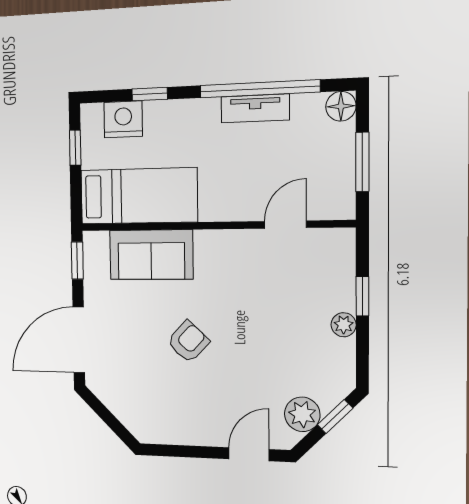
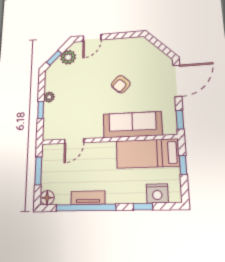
window: (75, 148) -> (183, 165), moved
sofa: (151, 255) -> (133, 125), width x1.36

